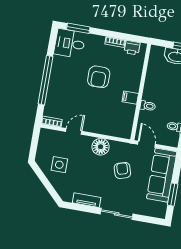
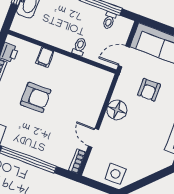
filing cabinet: (130, 98) -> (45, 57), moved
side table: (59, 165) -> (115, 174), moved
armchair: (122, 170) -> (149, 90), turned -73

